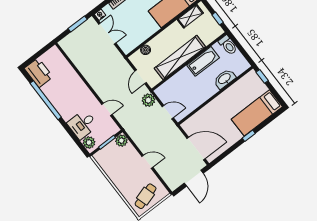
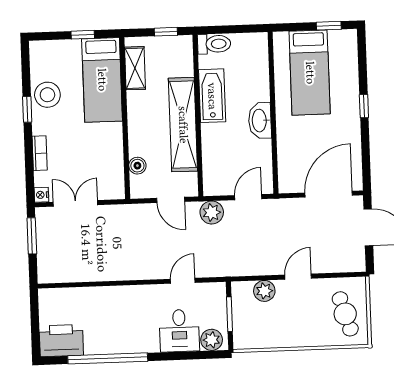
window: (262, 76) -> (329, 26), moved
washbasin: (225, 79) -> (260, 121), moved
bed: (257, 113) -> (310, 73), moved
plant: (121, 141) -> (264, 291), moved

